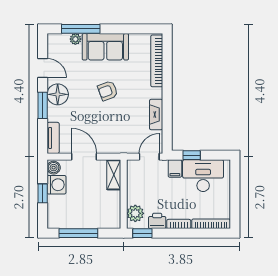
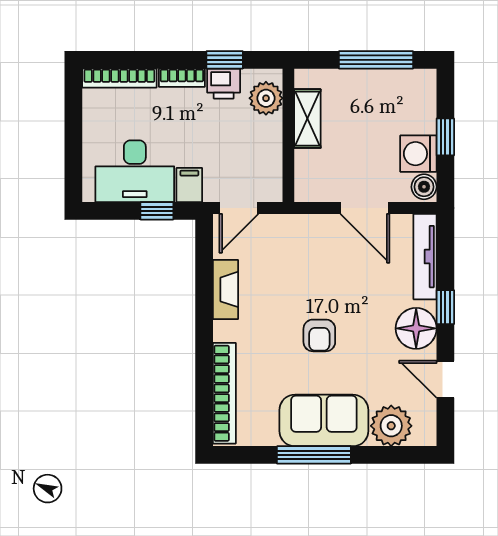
window: (81, 29) -> (314, 455), moved
plant: (75, 39) -> (391, 426), width x1.88, depth x1.88
armchair: (108, 91) -> (319, 335), turned 110
window: (43, 105) -> (445, 307), width x0.67
tv unit: (53, 138) -> (425, 257), width x1.41
shelving: (114, 175) -> (307, 119), moved
window: (142, 233) -> (225, 60), moved

